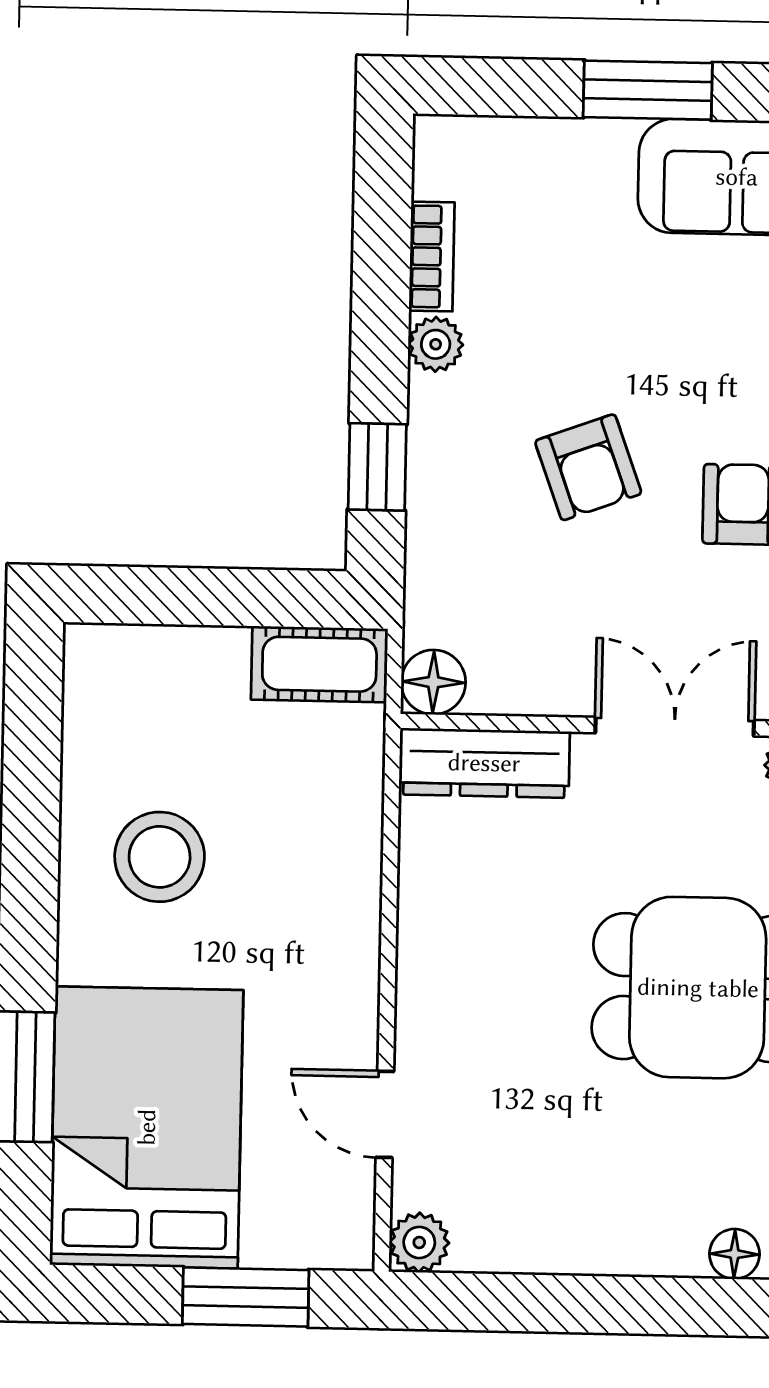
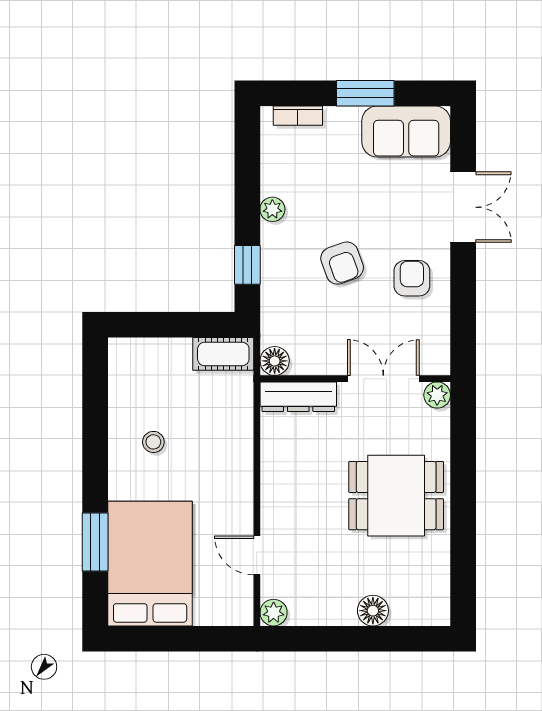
bookcase: (432, 257) -> (298, 116), moved, turned 90
stool: (160, 857) -> (153, 442), width x0.53, depth x0.53
floor lamp: (735, 1254) -> (373, 611), moved, width x1.37, depth x1.37
window: (246, 1297) -> (196, 639), removed

